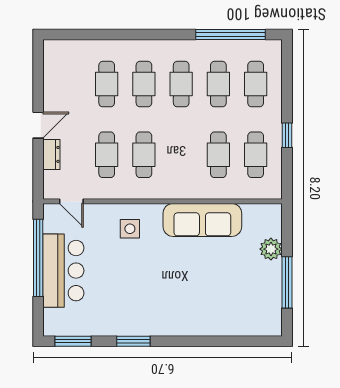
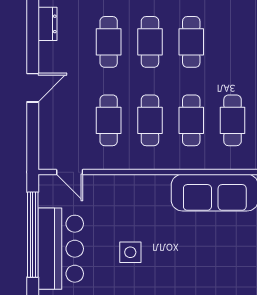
cafe table: (218, 84) -> (191, 120), moved
dresser: (51, 154) -> (47, 24), moved
side table: (130, 229) -> (130, 252), moved

